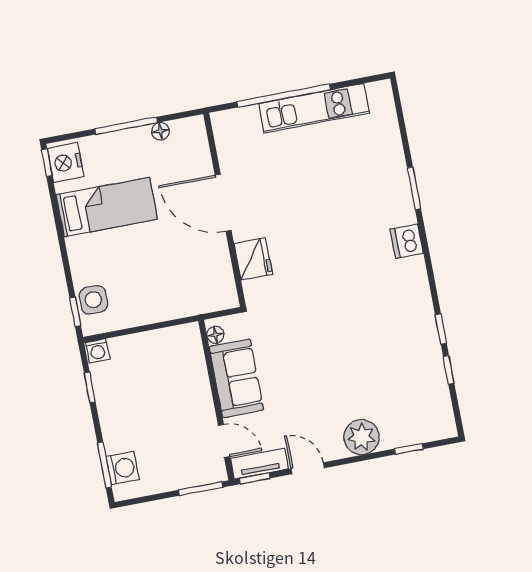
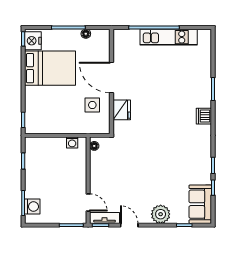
bed: (107, 207) -> (50, 68), width x1.50
side table: (93, 300) -> (92, 105), moved
washing machine: (97, 351) -> (72, 143), moved
sofa: (236, 378) -> (200, 204), moved, turned 180

